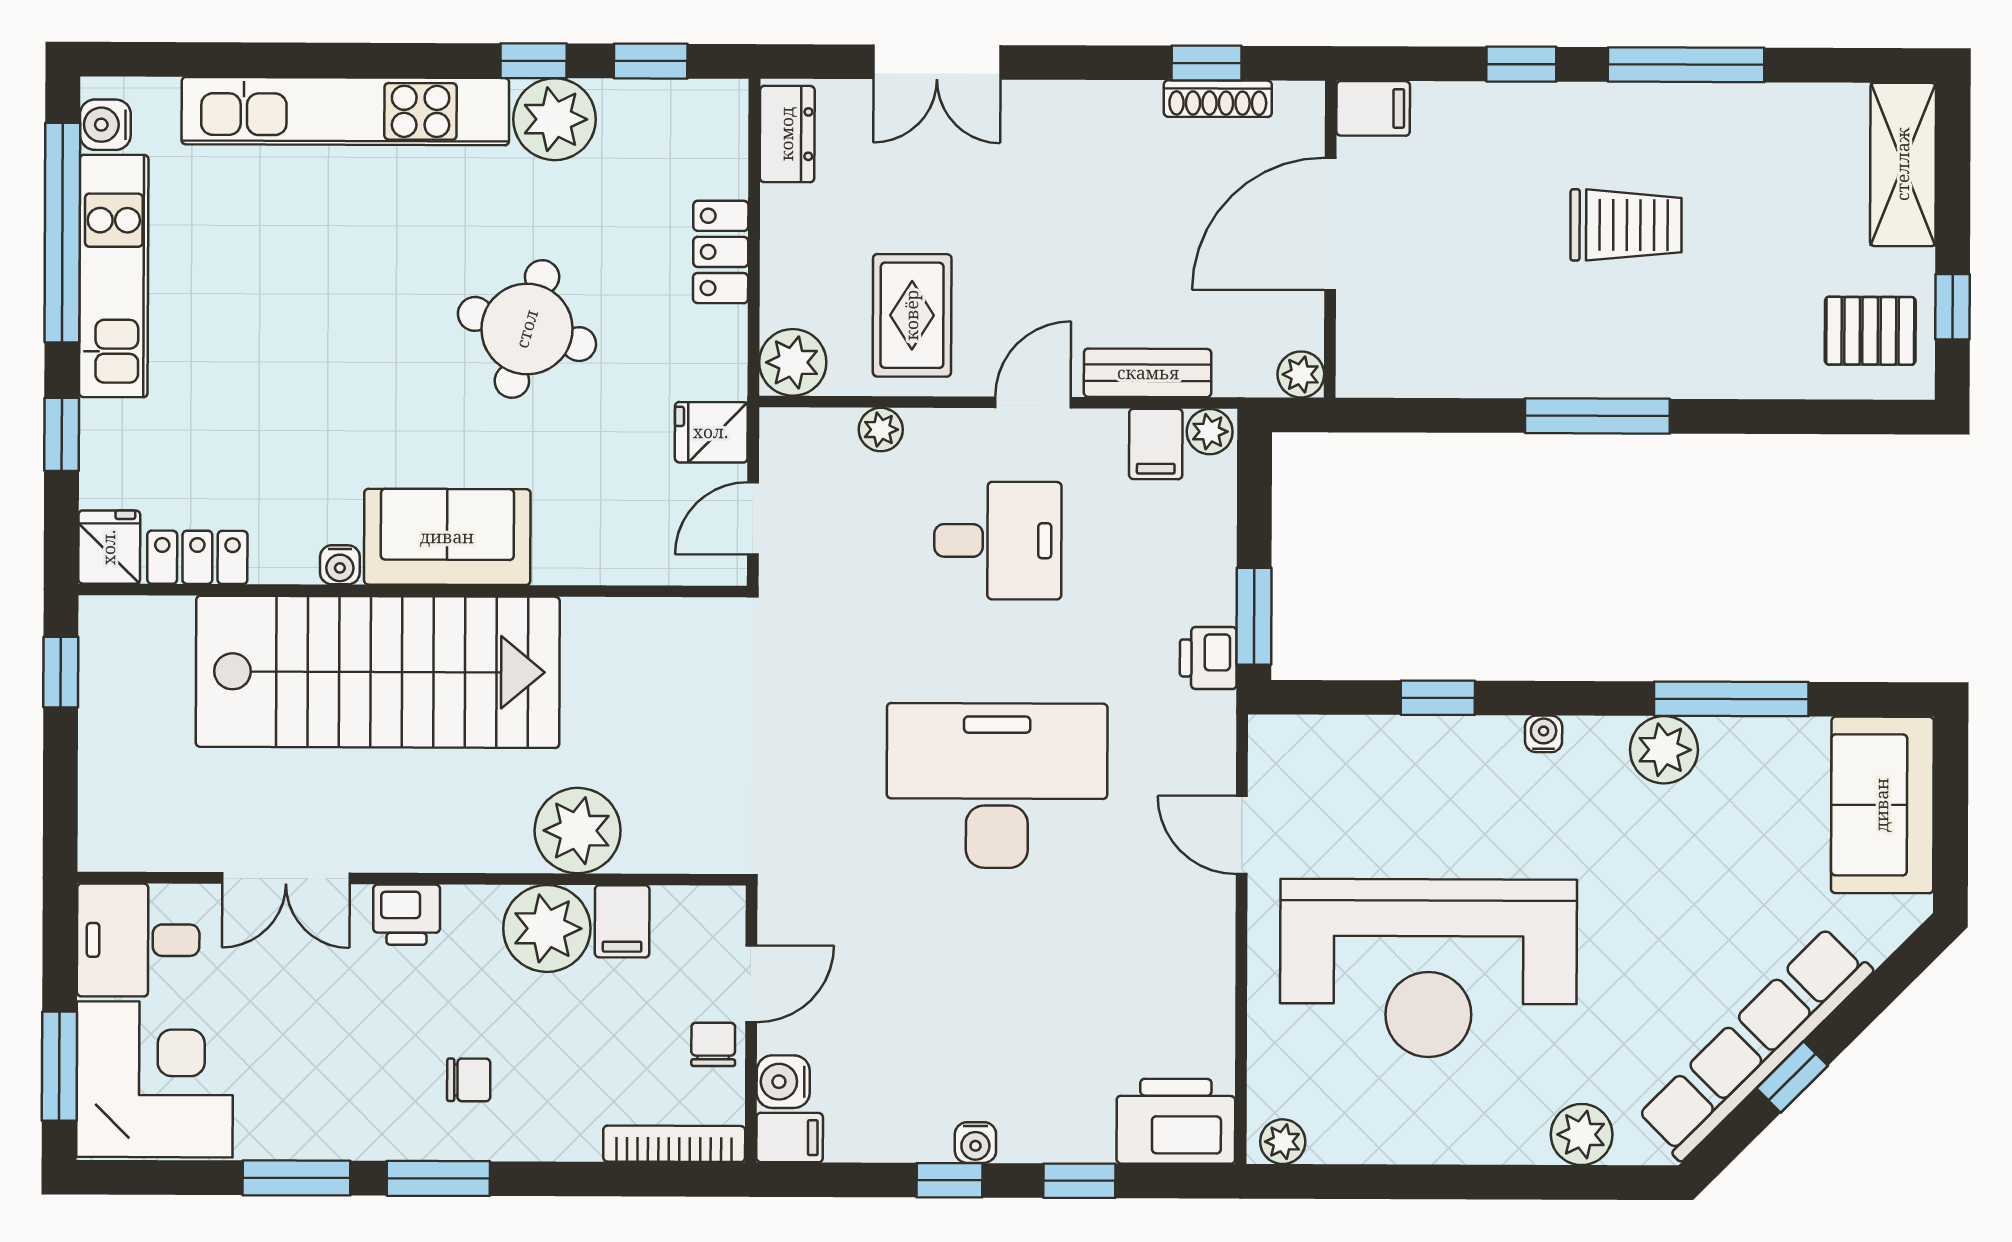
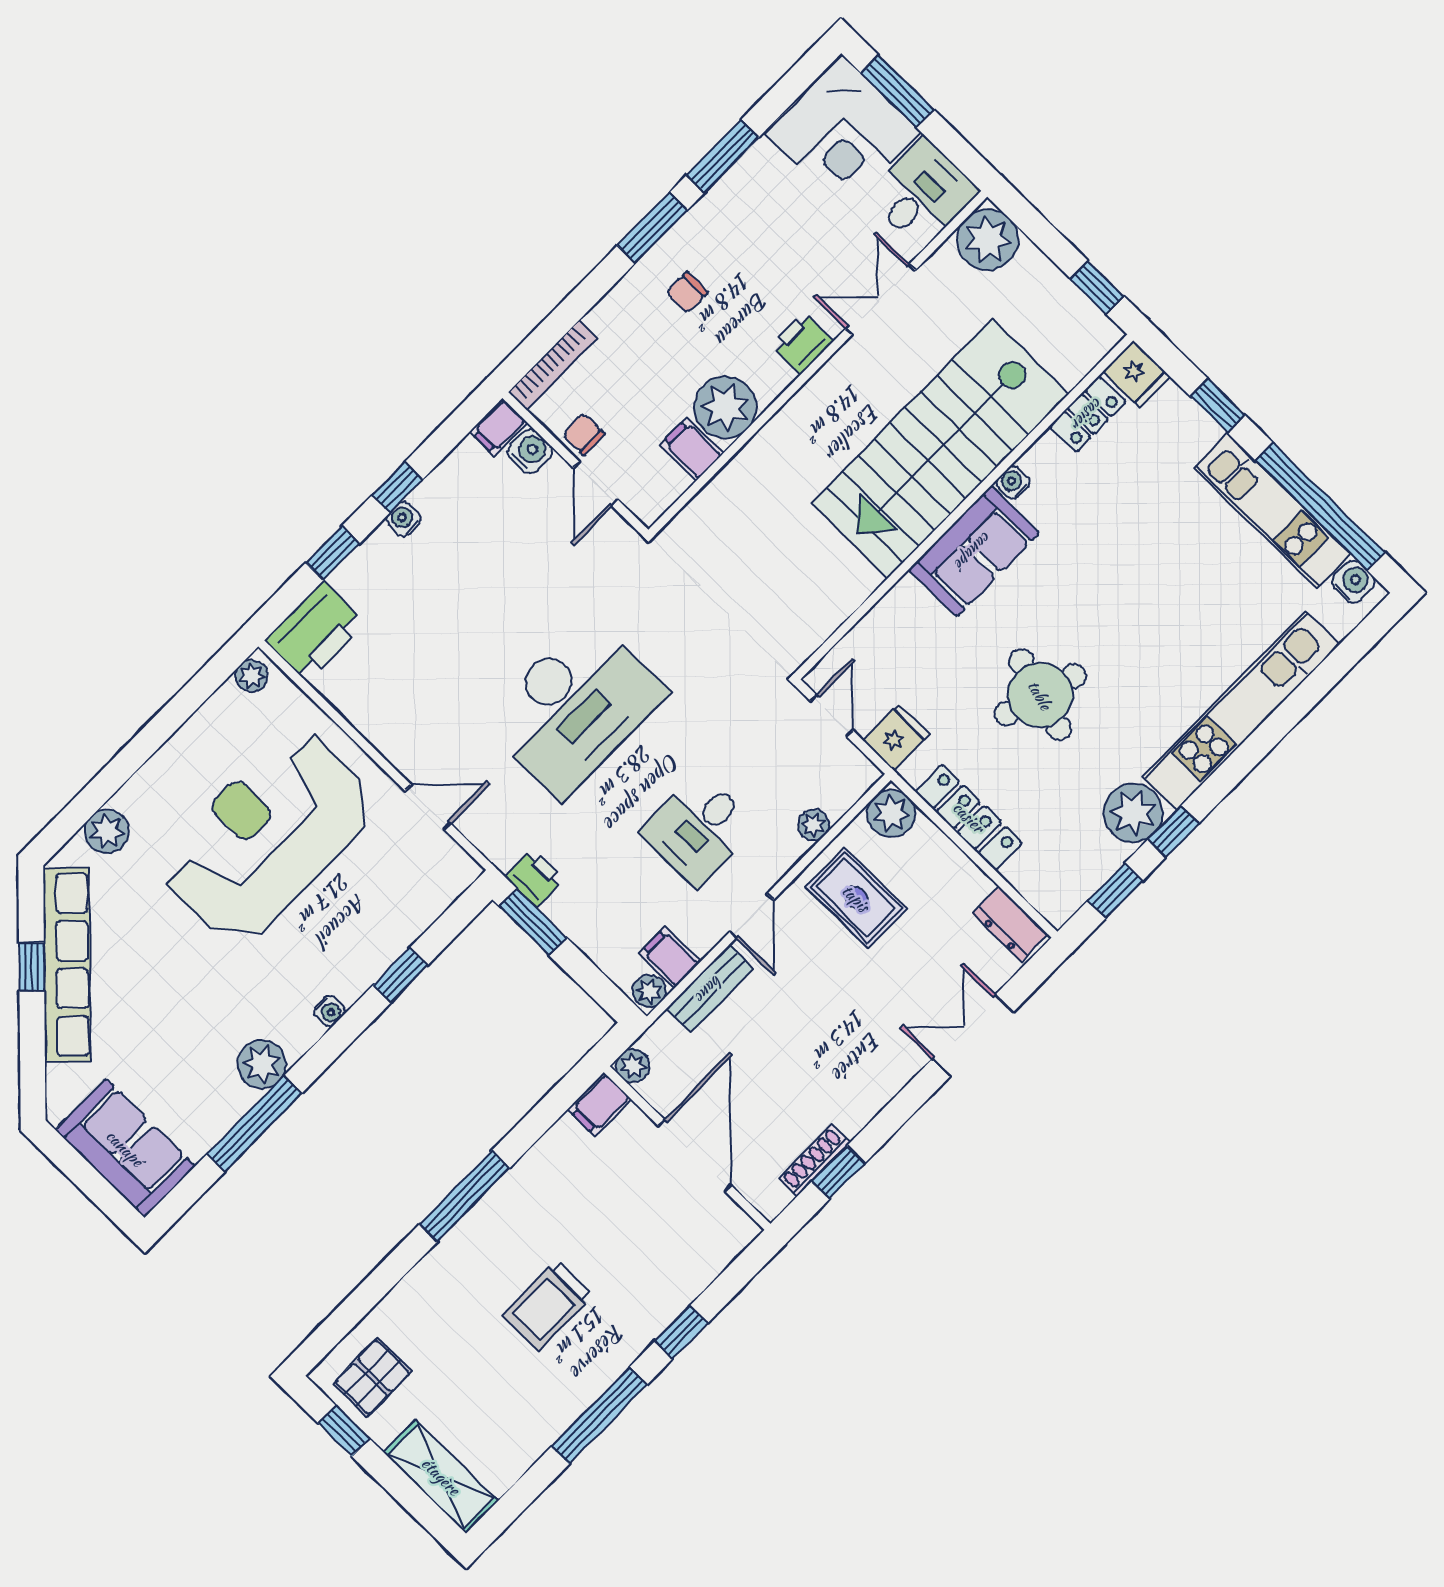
filing cabinet: (1373, 108) -> (600, 1104), moved
locker: (721, 252) -> (969, 817), width x1.53
plant: (578, 831) -> (988, 240), moved
chair: (713, 1044) -> (584, 434), turned 180

